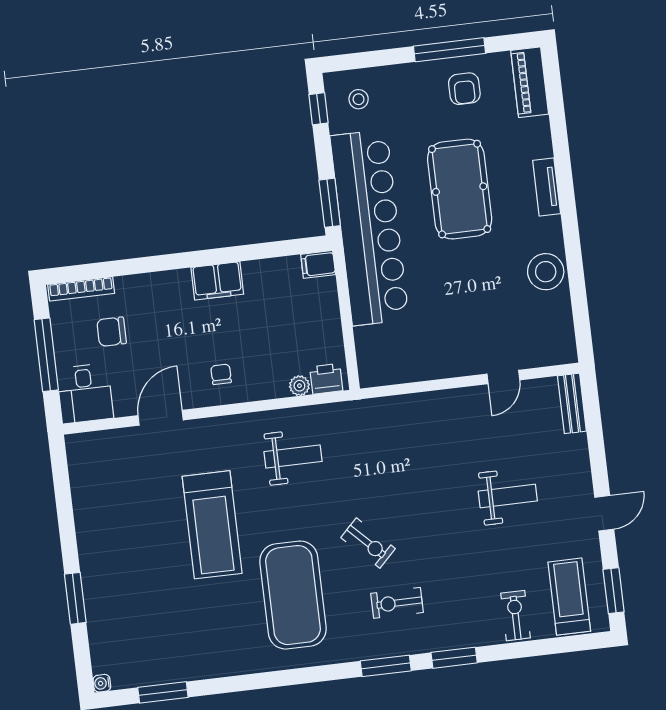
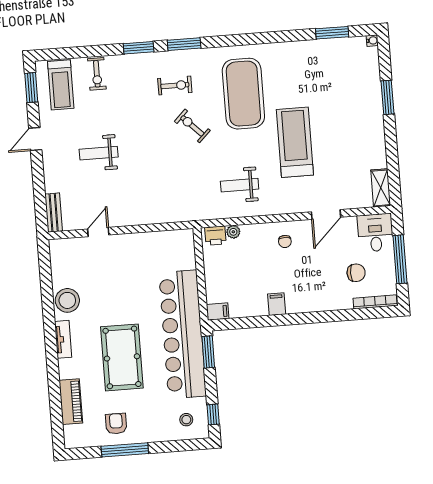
piano: (530, 82) -> (71, 402), moved
tv unit: (547, 187) -> (63, 339), moved
filing cabinet: (217, 281) -> (277, 304), width x0.50
shelving: (80, 461) -> (381, 188), added

